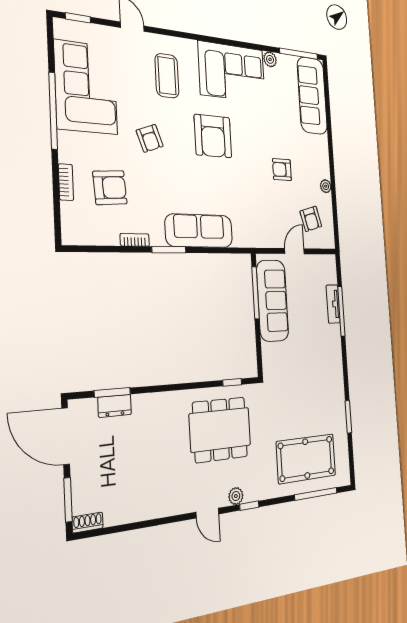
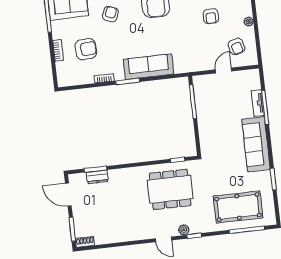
armchair: (150, 138) -> (110, 14), turned -138
armchair: (282, 170) -> (211, 16), turned -90
sofa: (273, 301) -> (256, 144), moved, turned 180
door: (66, 436) -> (68, 195), width x0.73

